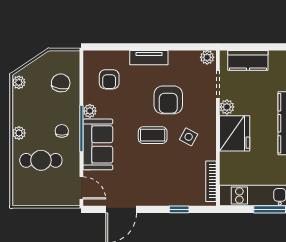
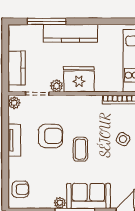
tv unit: (149, 58) -> (14, 140), moved
armchair: (109, 79) -> (20, 189), moved
side table: (189, 137) -> (123, 139), moved

